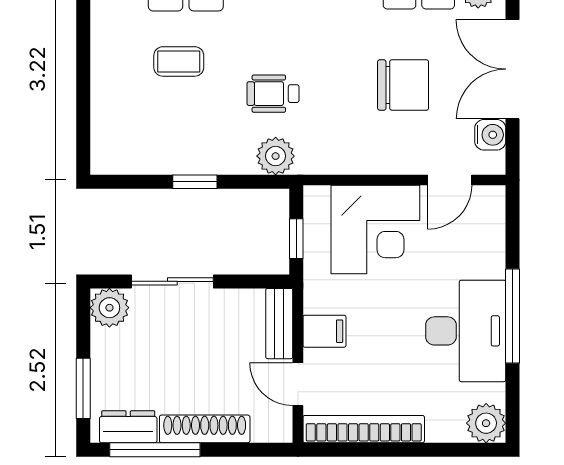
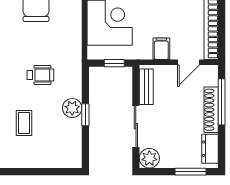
wheelchair: (273, 94) -> (40, 75), turned -90
plant: (276, 156) -> (72, 108), moved
bench: (279, 324) -> (146, 87), moved, turned 90
window: (155, 450) -> (222, 102), moved

